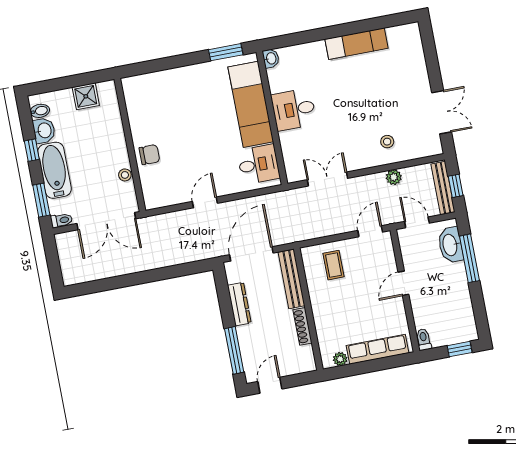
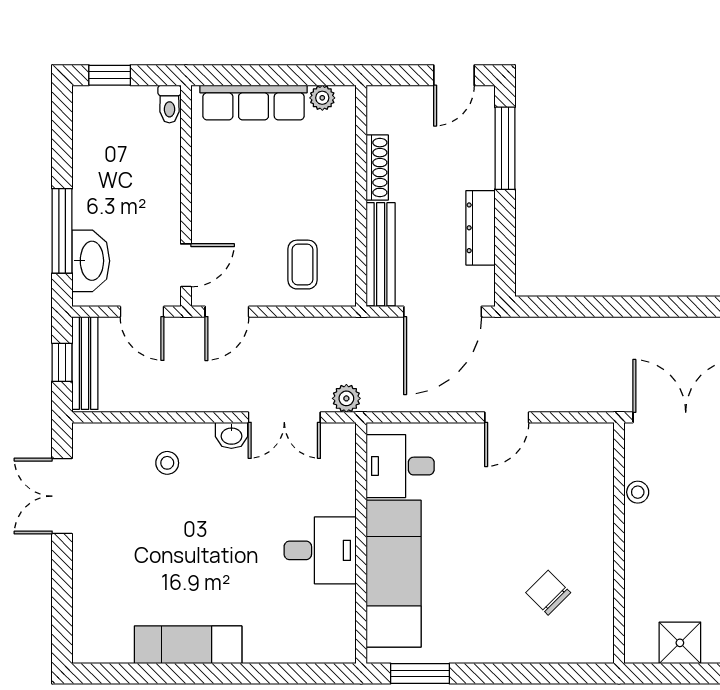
washbasin: (271, 58) -> (231, 435), moved, turned -90
chair: (149, 155) -> (548, 593), moved, turned 45
plant: (394, 177) -> (346, 398), moved
door: (403, 283) -> (186, 265), moved

